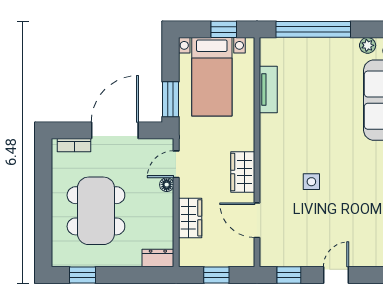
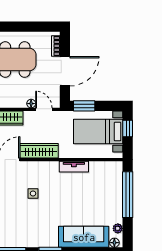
window: (224, 29) -> (128, 129), moved
tv unit: (268, 90) -> (74, 167), moved
door: (115, 130) -> (65, 71), hinge flipped
wardrobe: (243, 172) -> (39, 151), width x1.50

